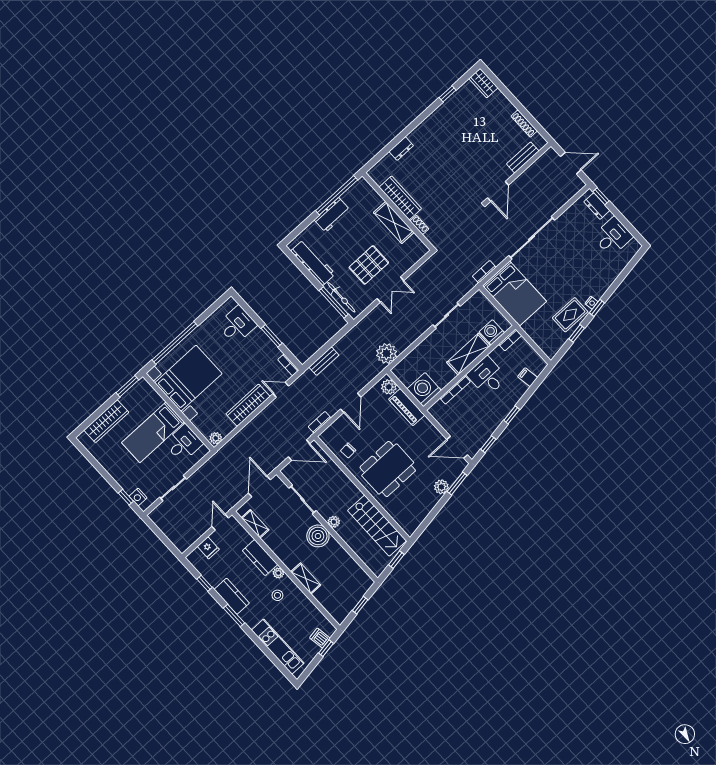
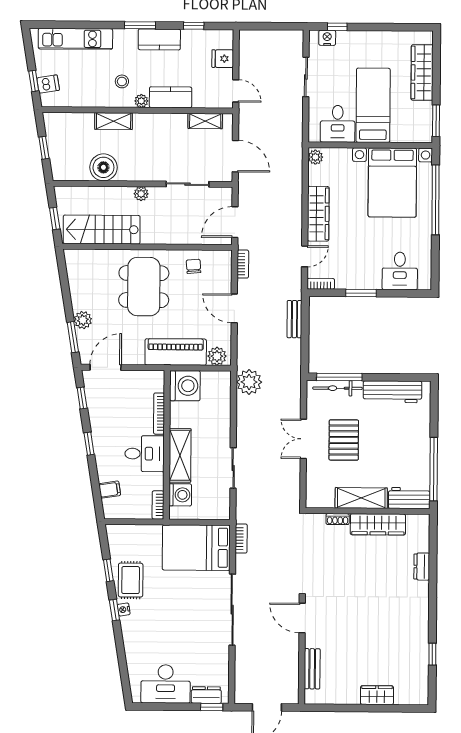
wardrobe: (483, 83) -> (377, 695), moved
shoe rack: (524, 124) -> (341, 698), removed
workbench: (332, 215) -> (409, 498), moved, turned 90
desk: (613, 236) -> (166, 684), width x1.37
piano: (407, 407) -> (176, 352), width x1.37, depth x1.33
boiler: (318, 536) -> (103, 167), moved

